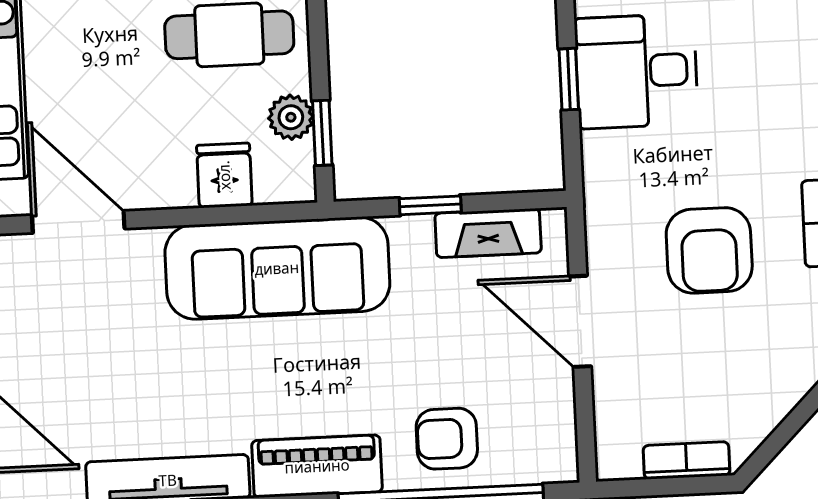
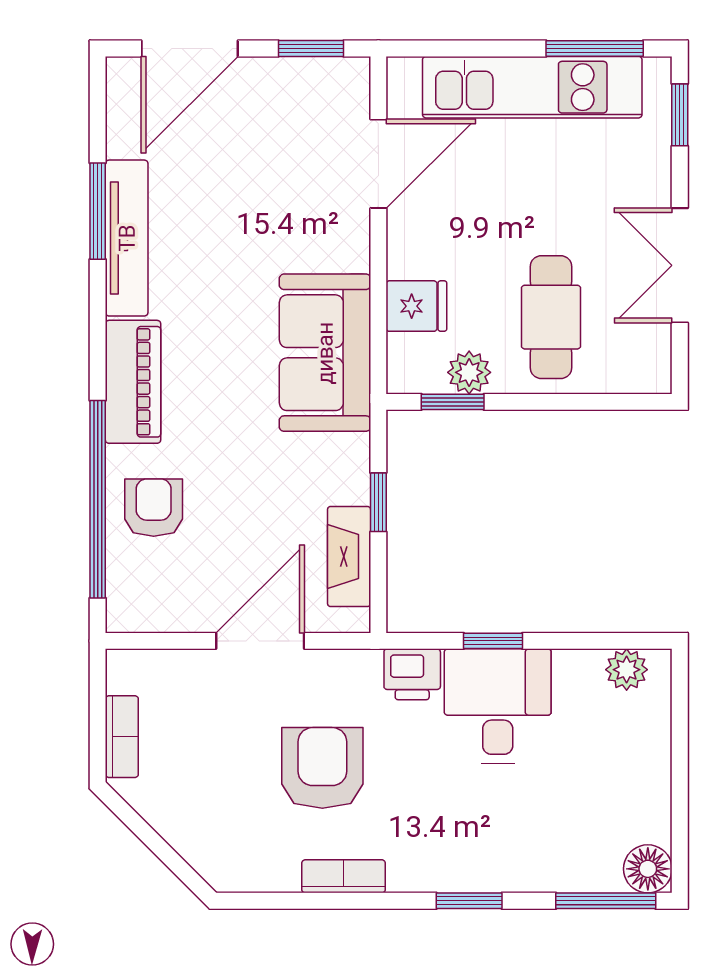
printer: (607, 162) -> (412, 674), added
armchair: (709, 250) -> (322, 768), turned 90
sofa: (277, 268) -> (325, 353), width x0.73

